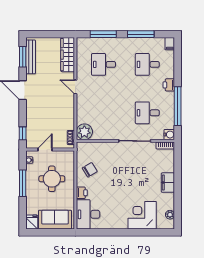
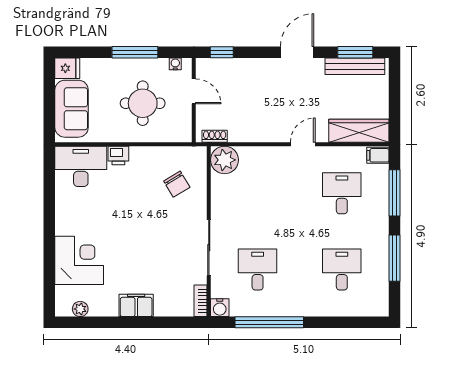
filing cabinet: (170, 44) -> (378, 155), moved
printer: (169, 85) -> (306, 307), removed
chair: (90, 170) -> (177, 184), moved

